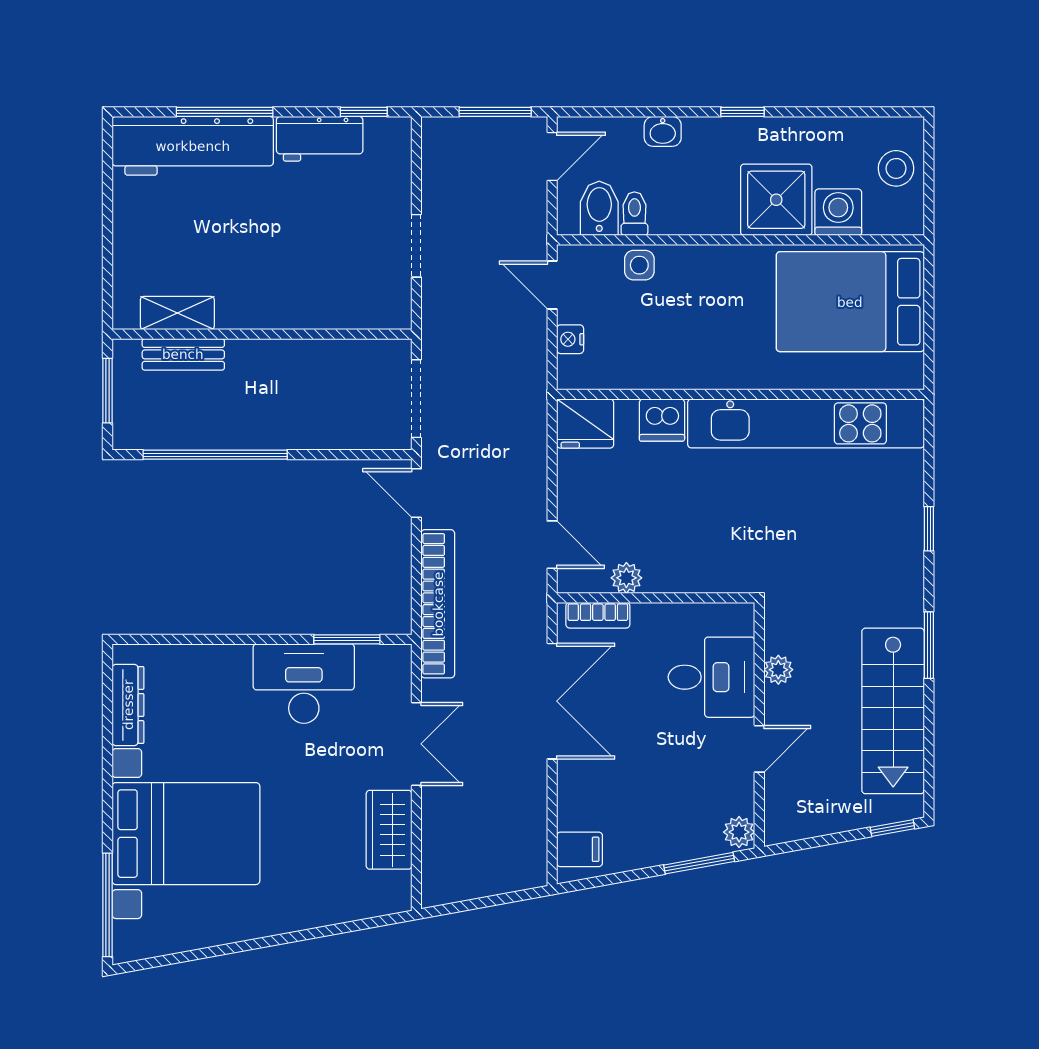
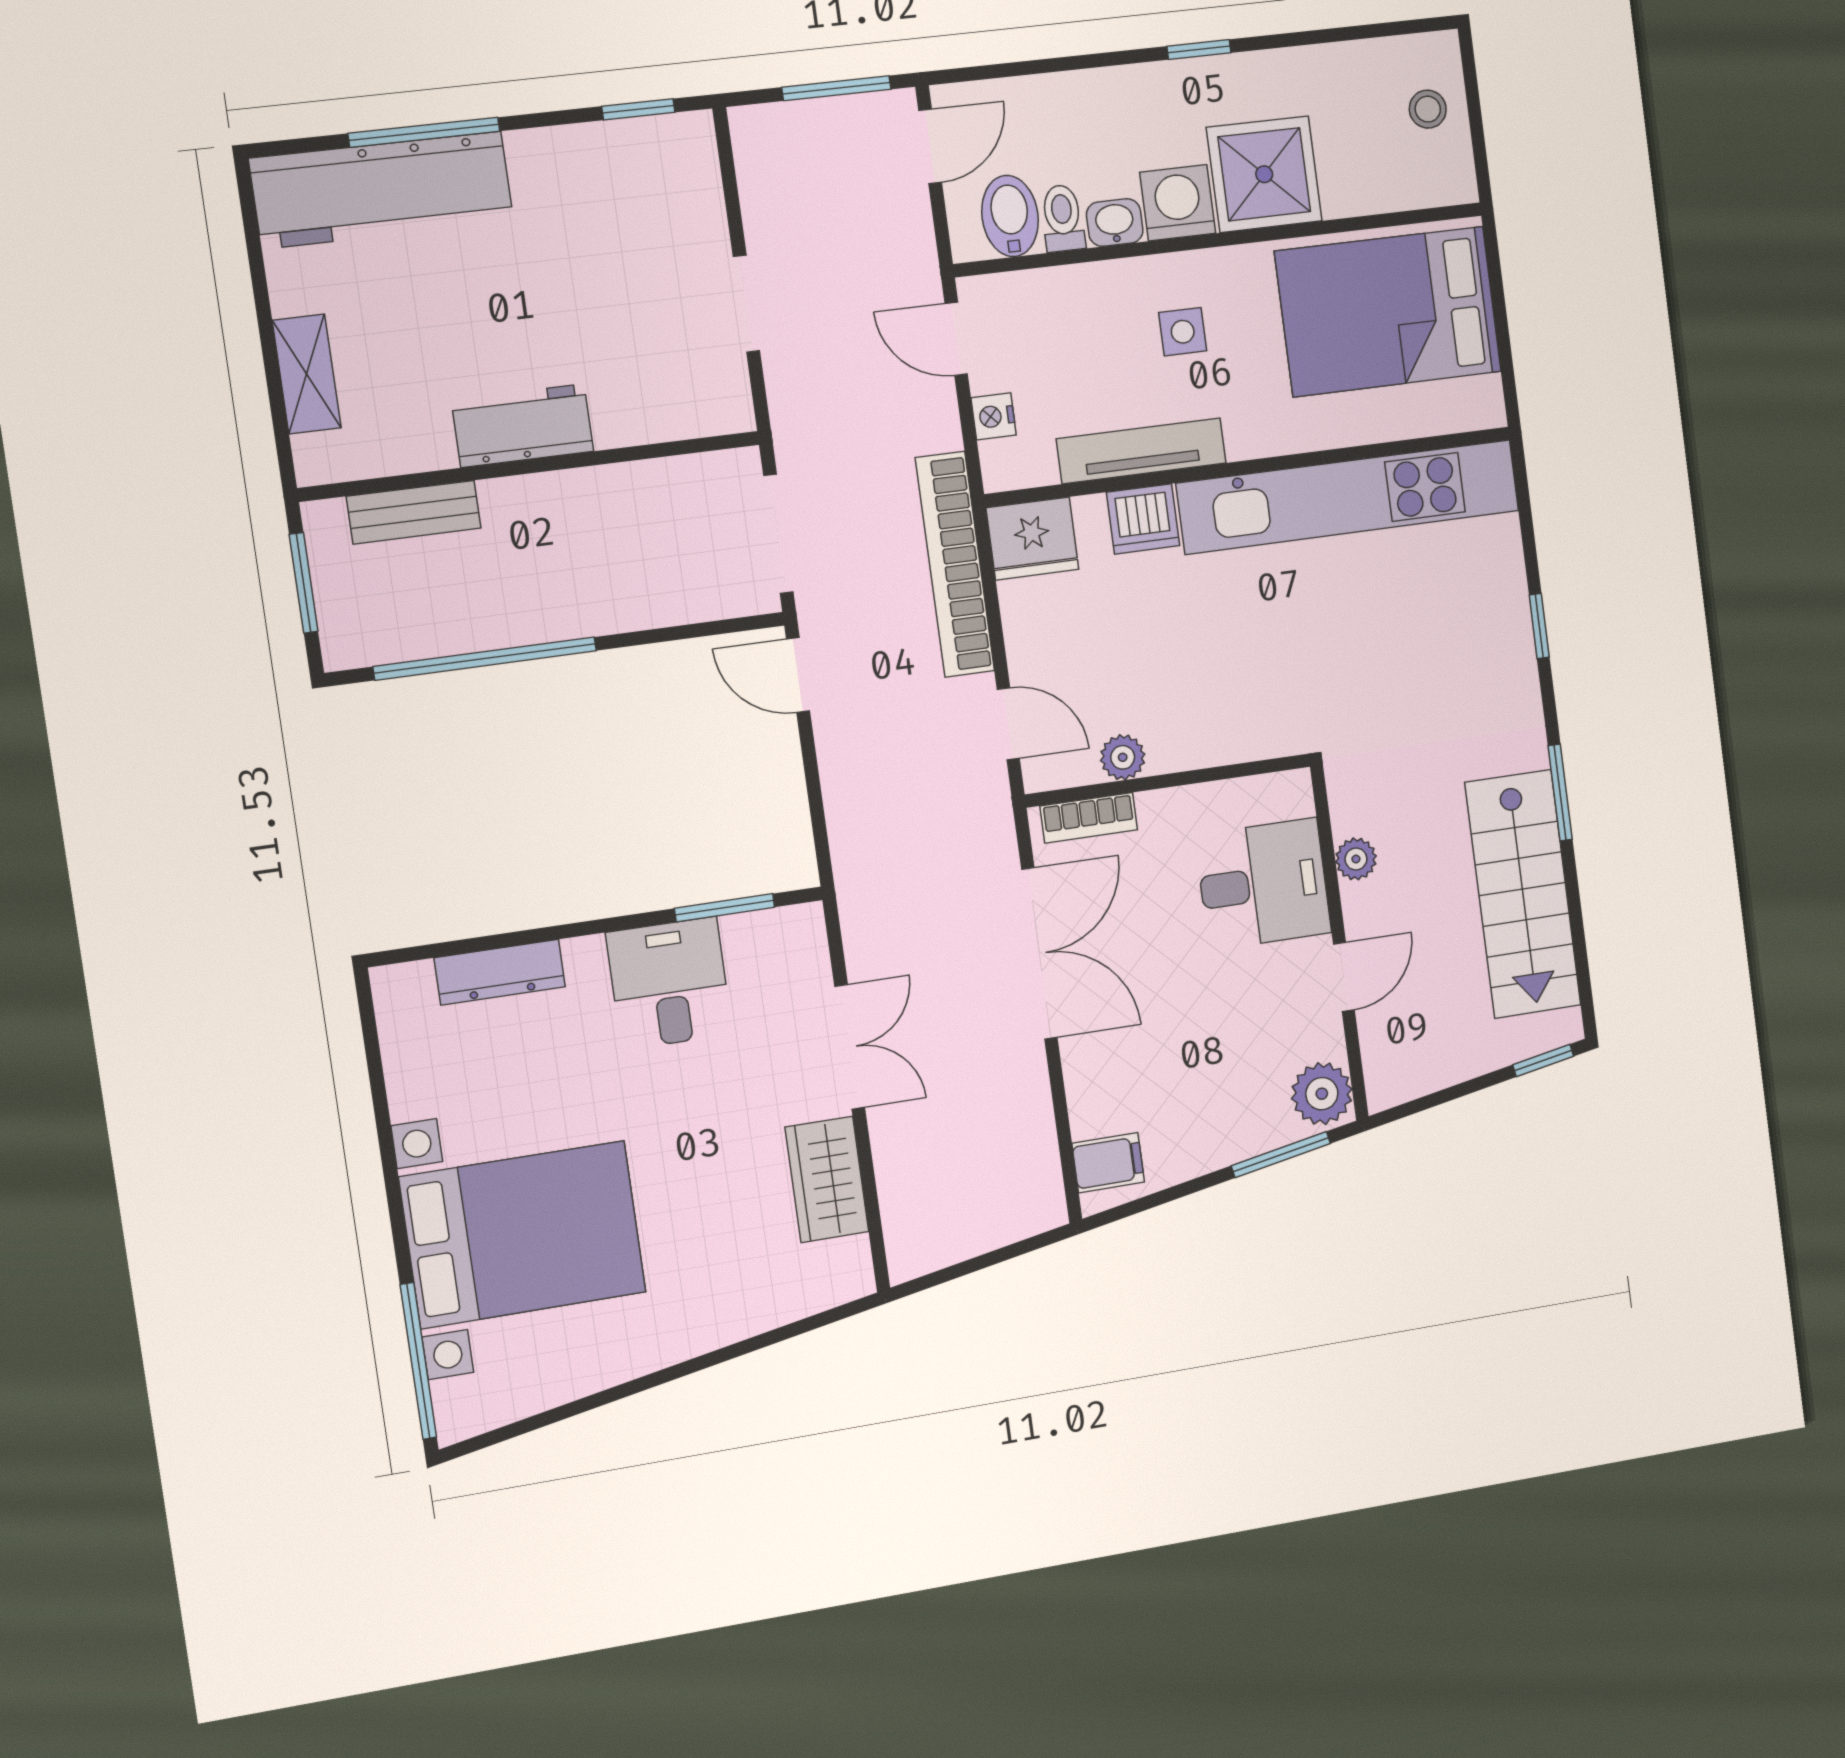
washbasin: (663, 131) -> (1115, 223), moved, turned 180
workbench: (320, 139) -> (523, 426), moved, turned 180
stool: (896, 168) -> (1428, 109), width x0.73, depth x0.73
washing machine: (838, 212) -> (1178, 203), moved
side table: (639, 265) -> (1183, 332), moved
shelving: (177, 313) -> (307, 374), moved, turned 90
tv unit: (667, 375) -> (1141, 451), added
bookcase: (438, 604) -> (955, 564), moved, turned 180
desk: (304, 684) -> (669, 983), width x0.73
dresser: (128, 705) -> (500, 972), moved, turned 90
plant: (739, 832) -> (1322, 1094), width x1.38, depth x1.38

